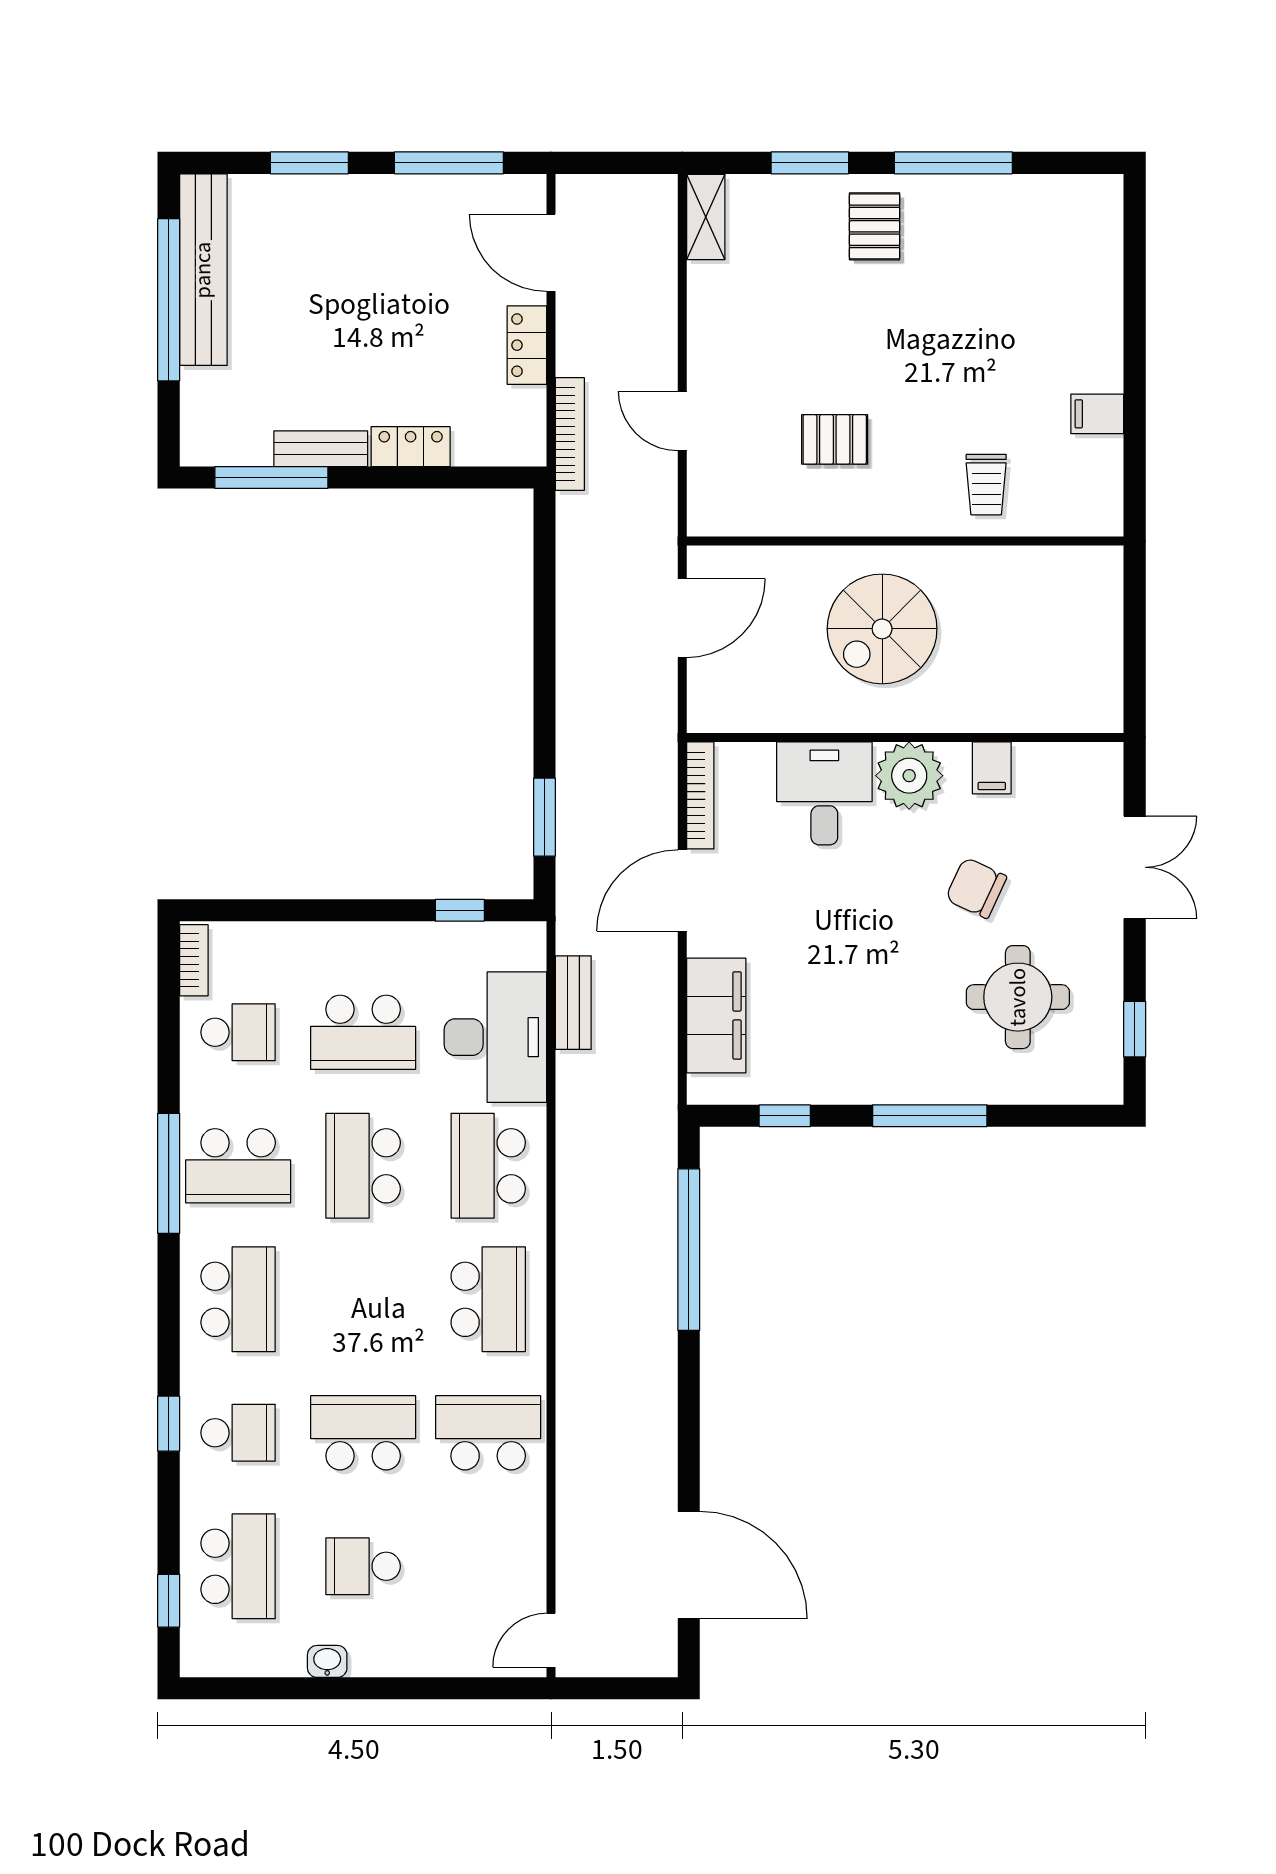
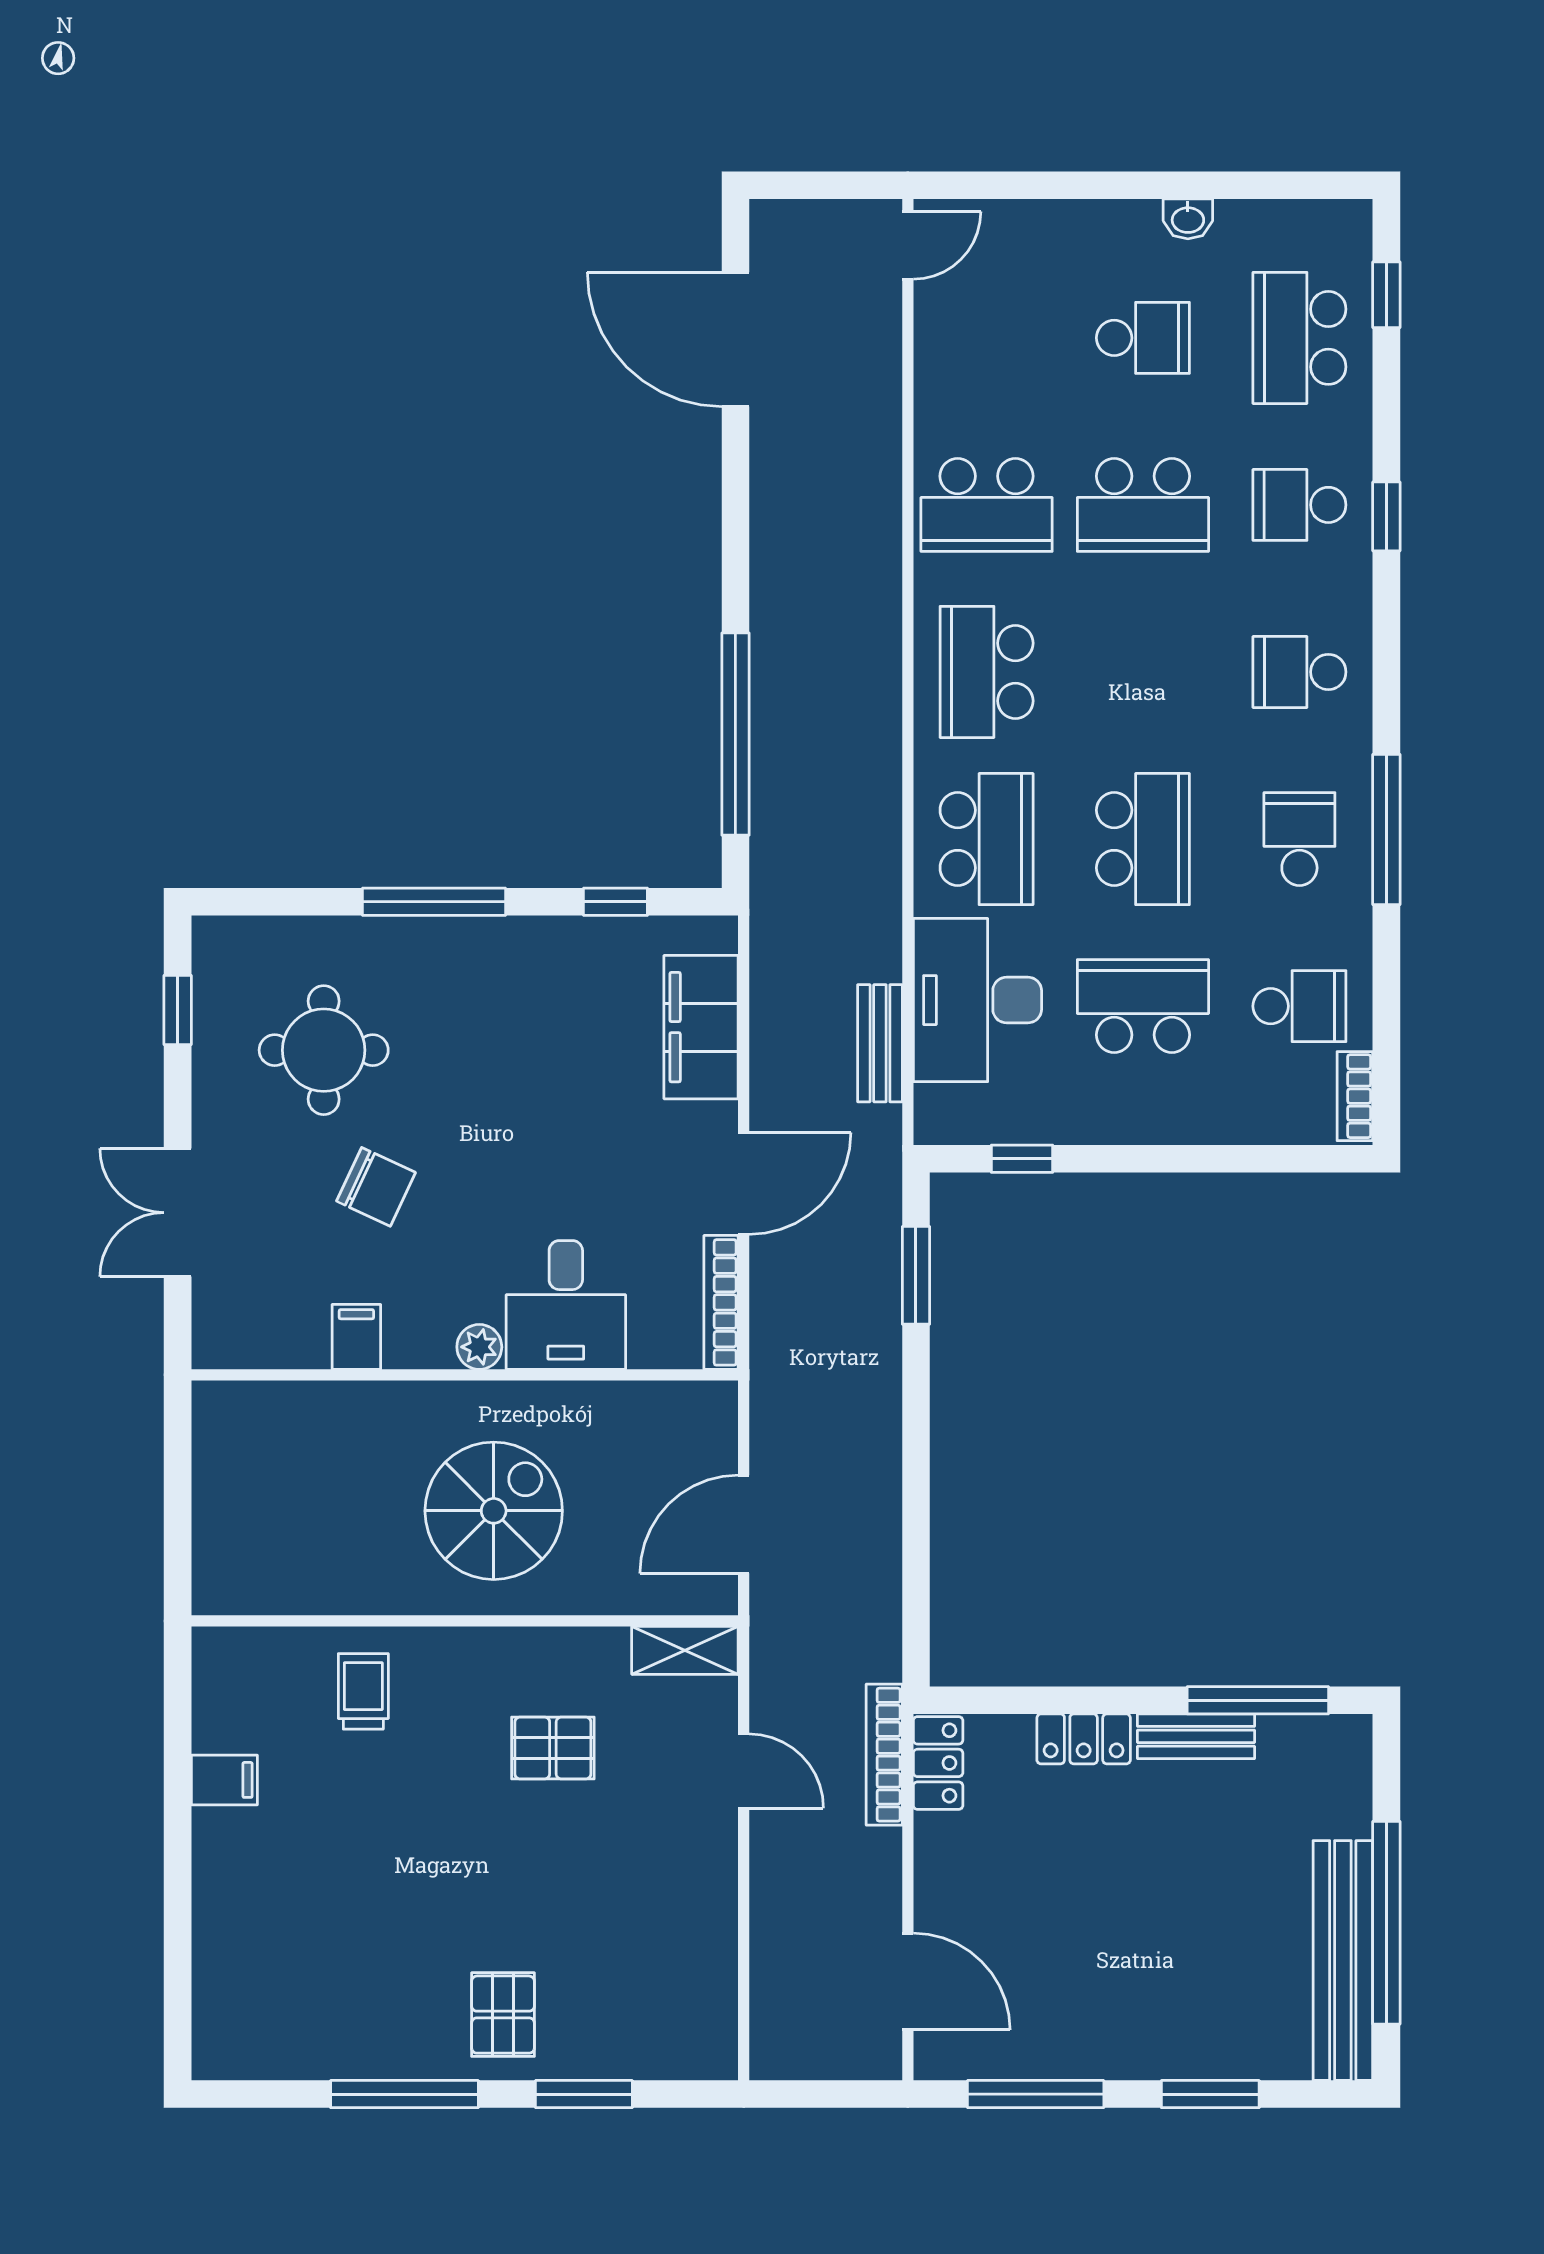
shelving: (706, 217) -> (685, 1650), moved, turned 90
locker: (527, 345) -> (938, 1763), moved
plant: (909, 776) -> (479, 1347), width x0.53, depth x0.53
school desk: (238, 1032) -> (1299, 1006), turned 180
school desk: (238, 1166) -> (1299, 839), width x0.54
school desk: (238, 1299) -> (1299, 672), width x0.54

